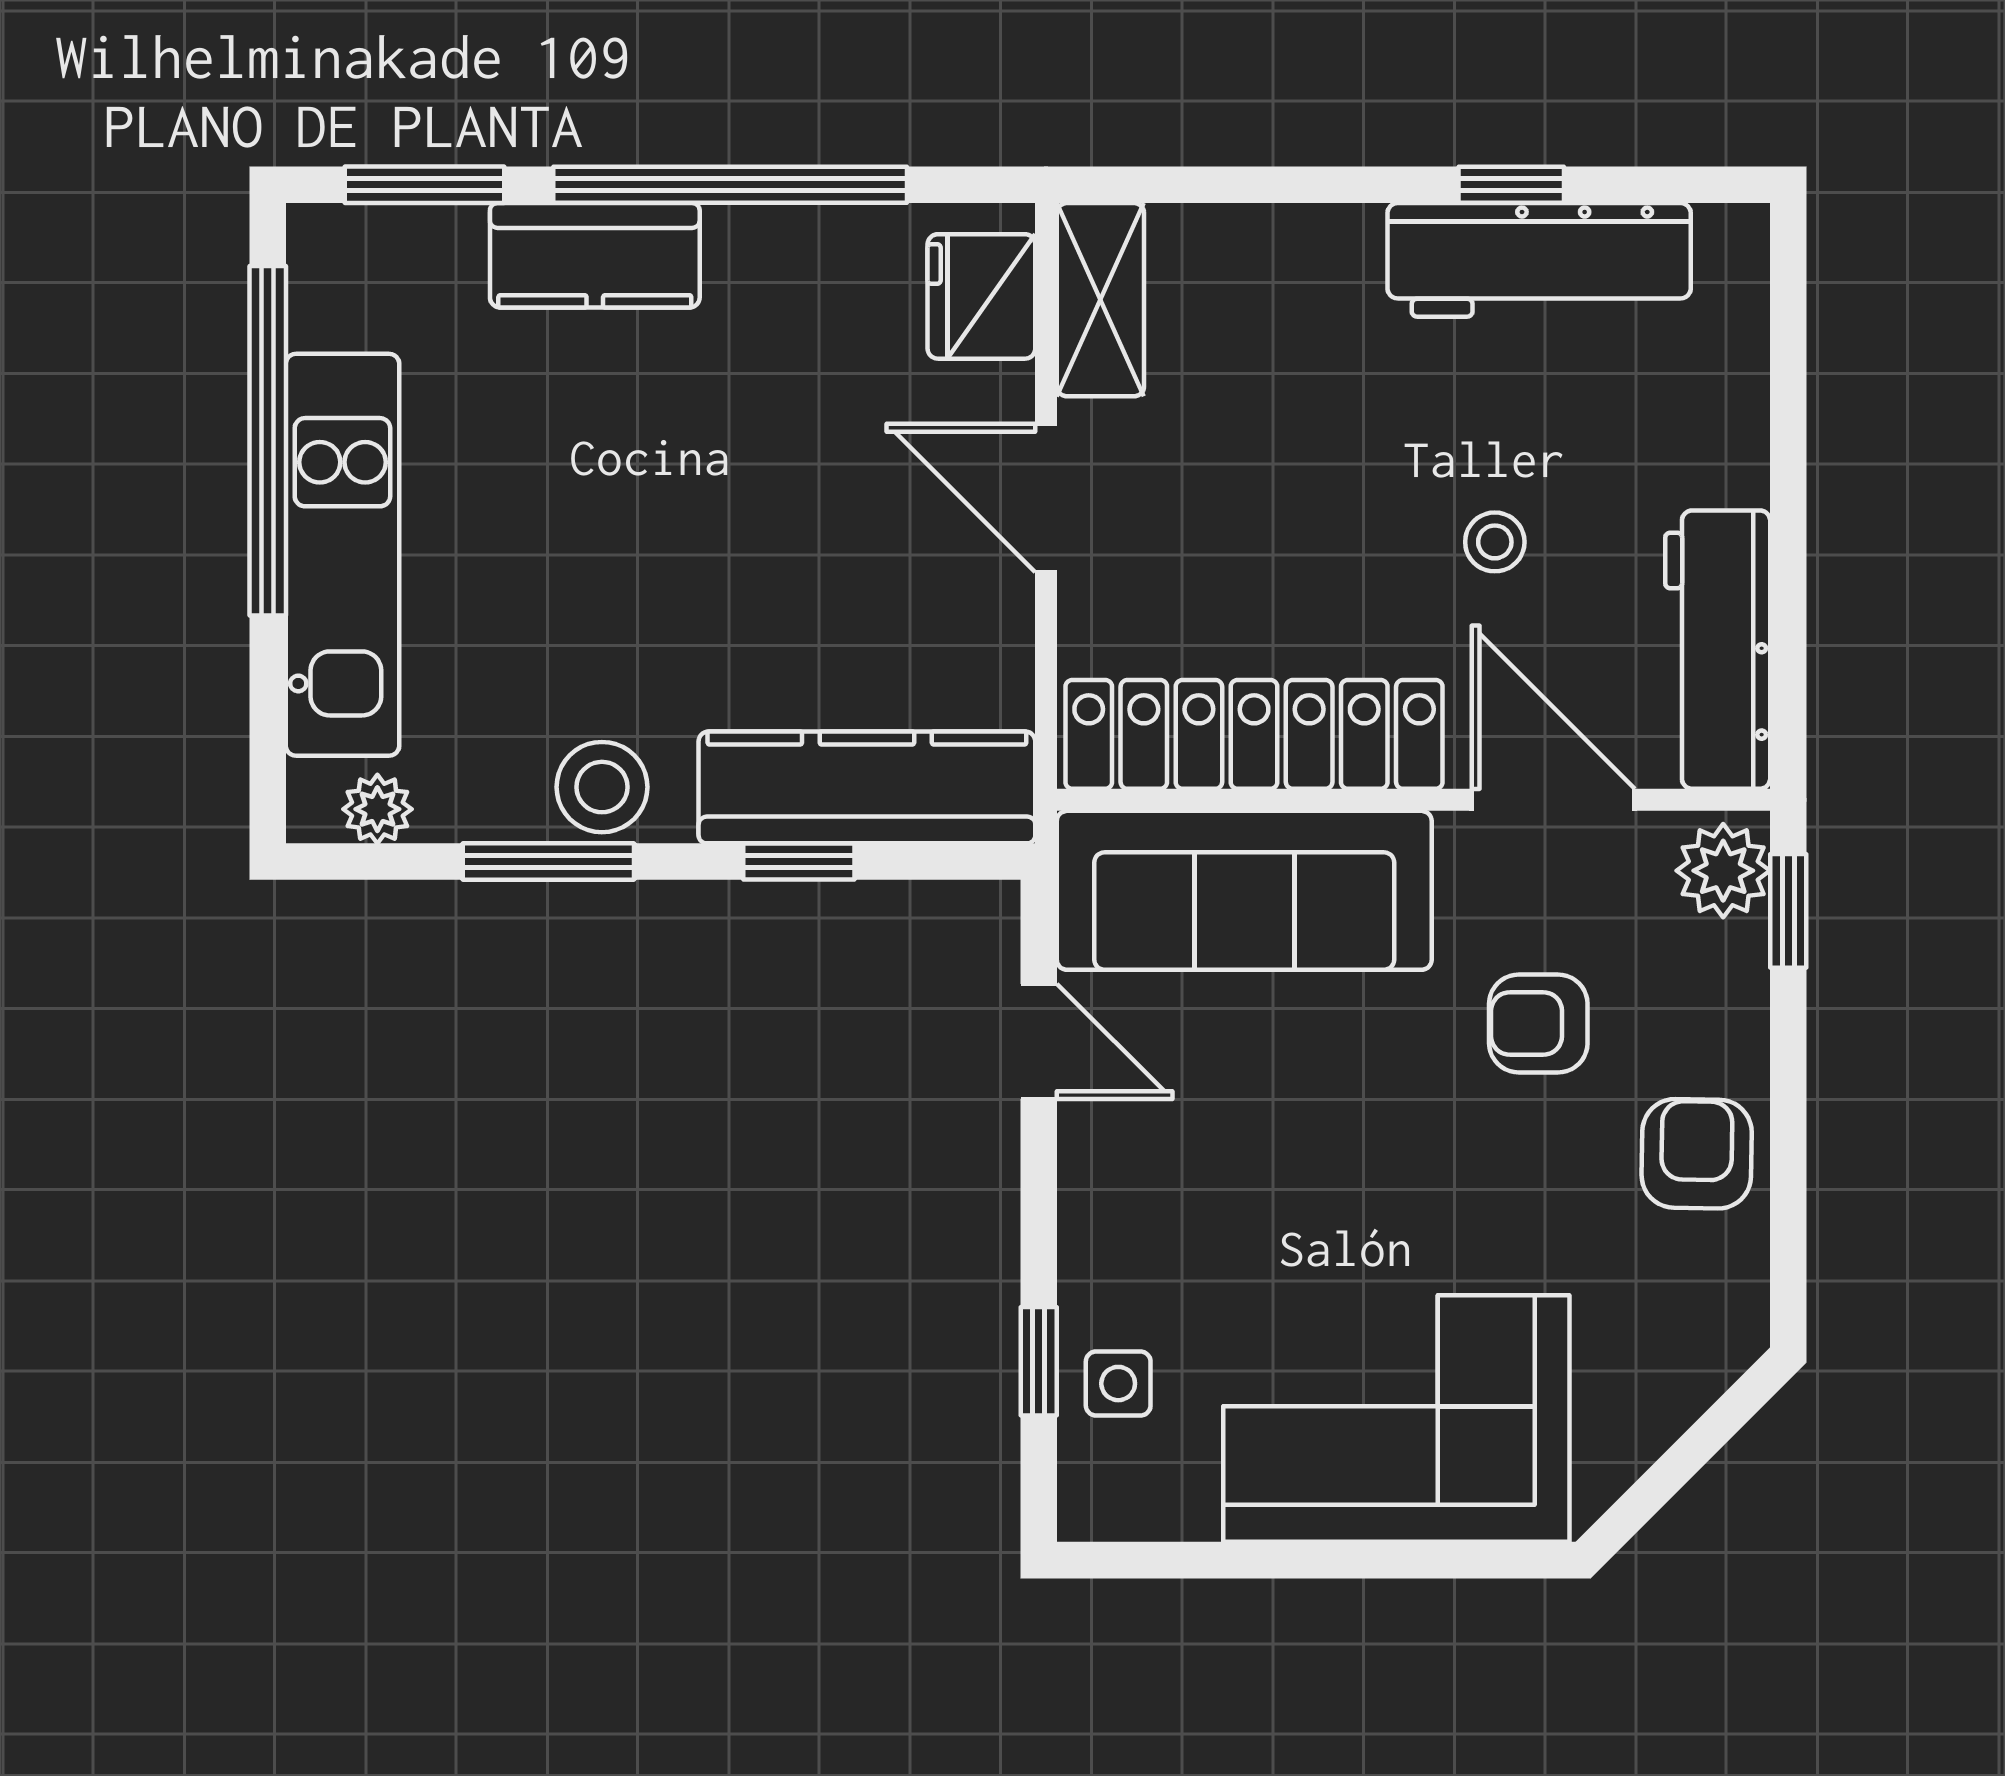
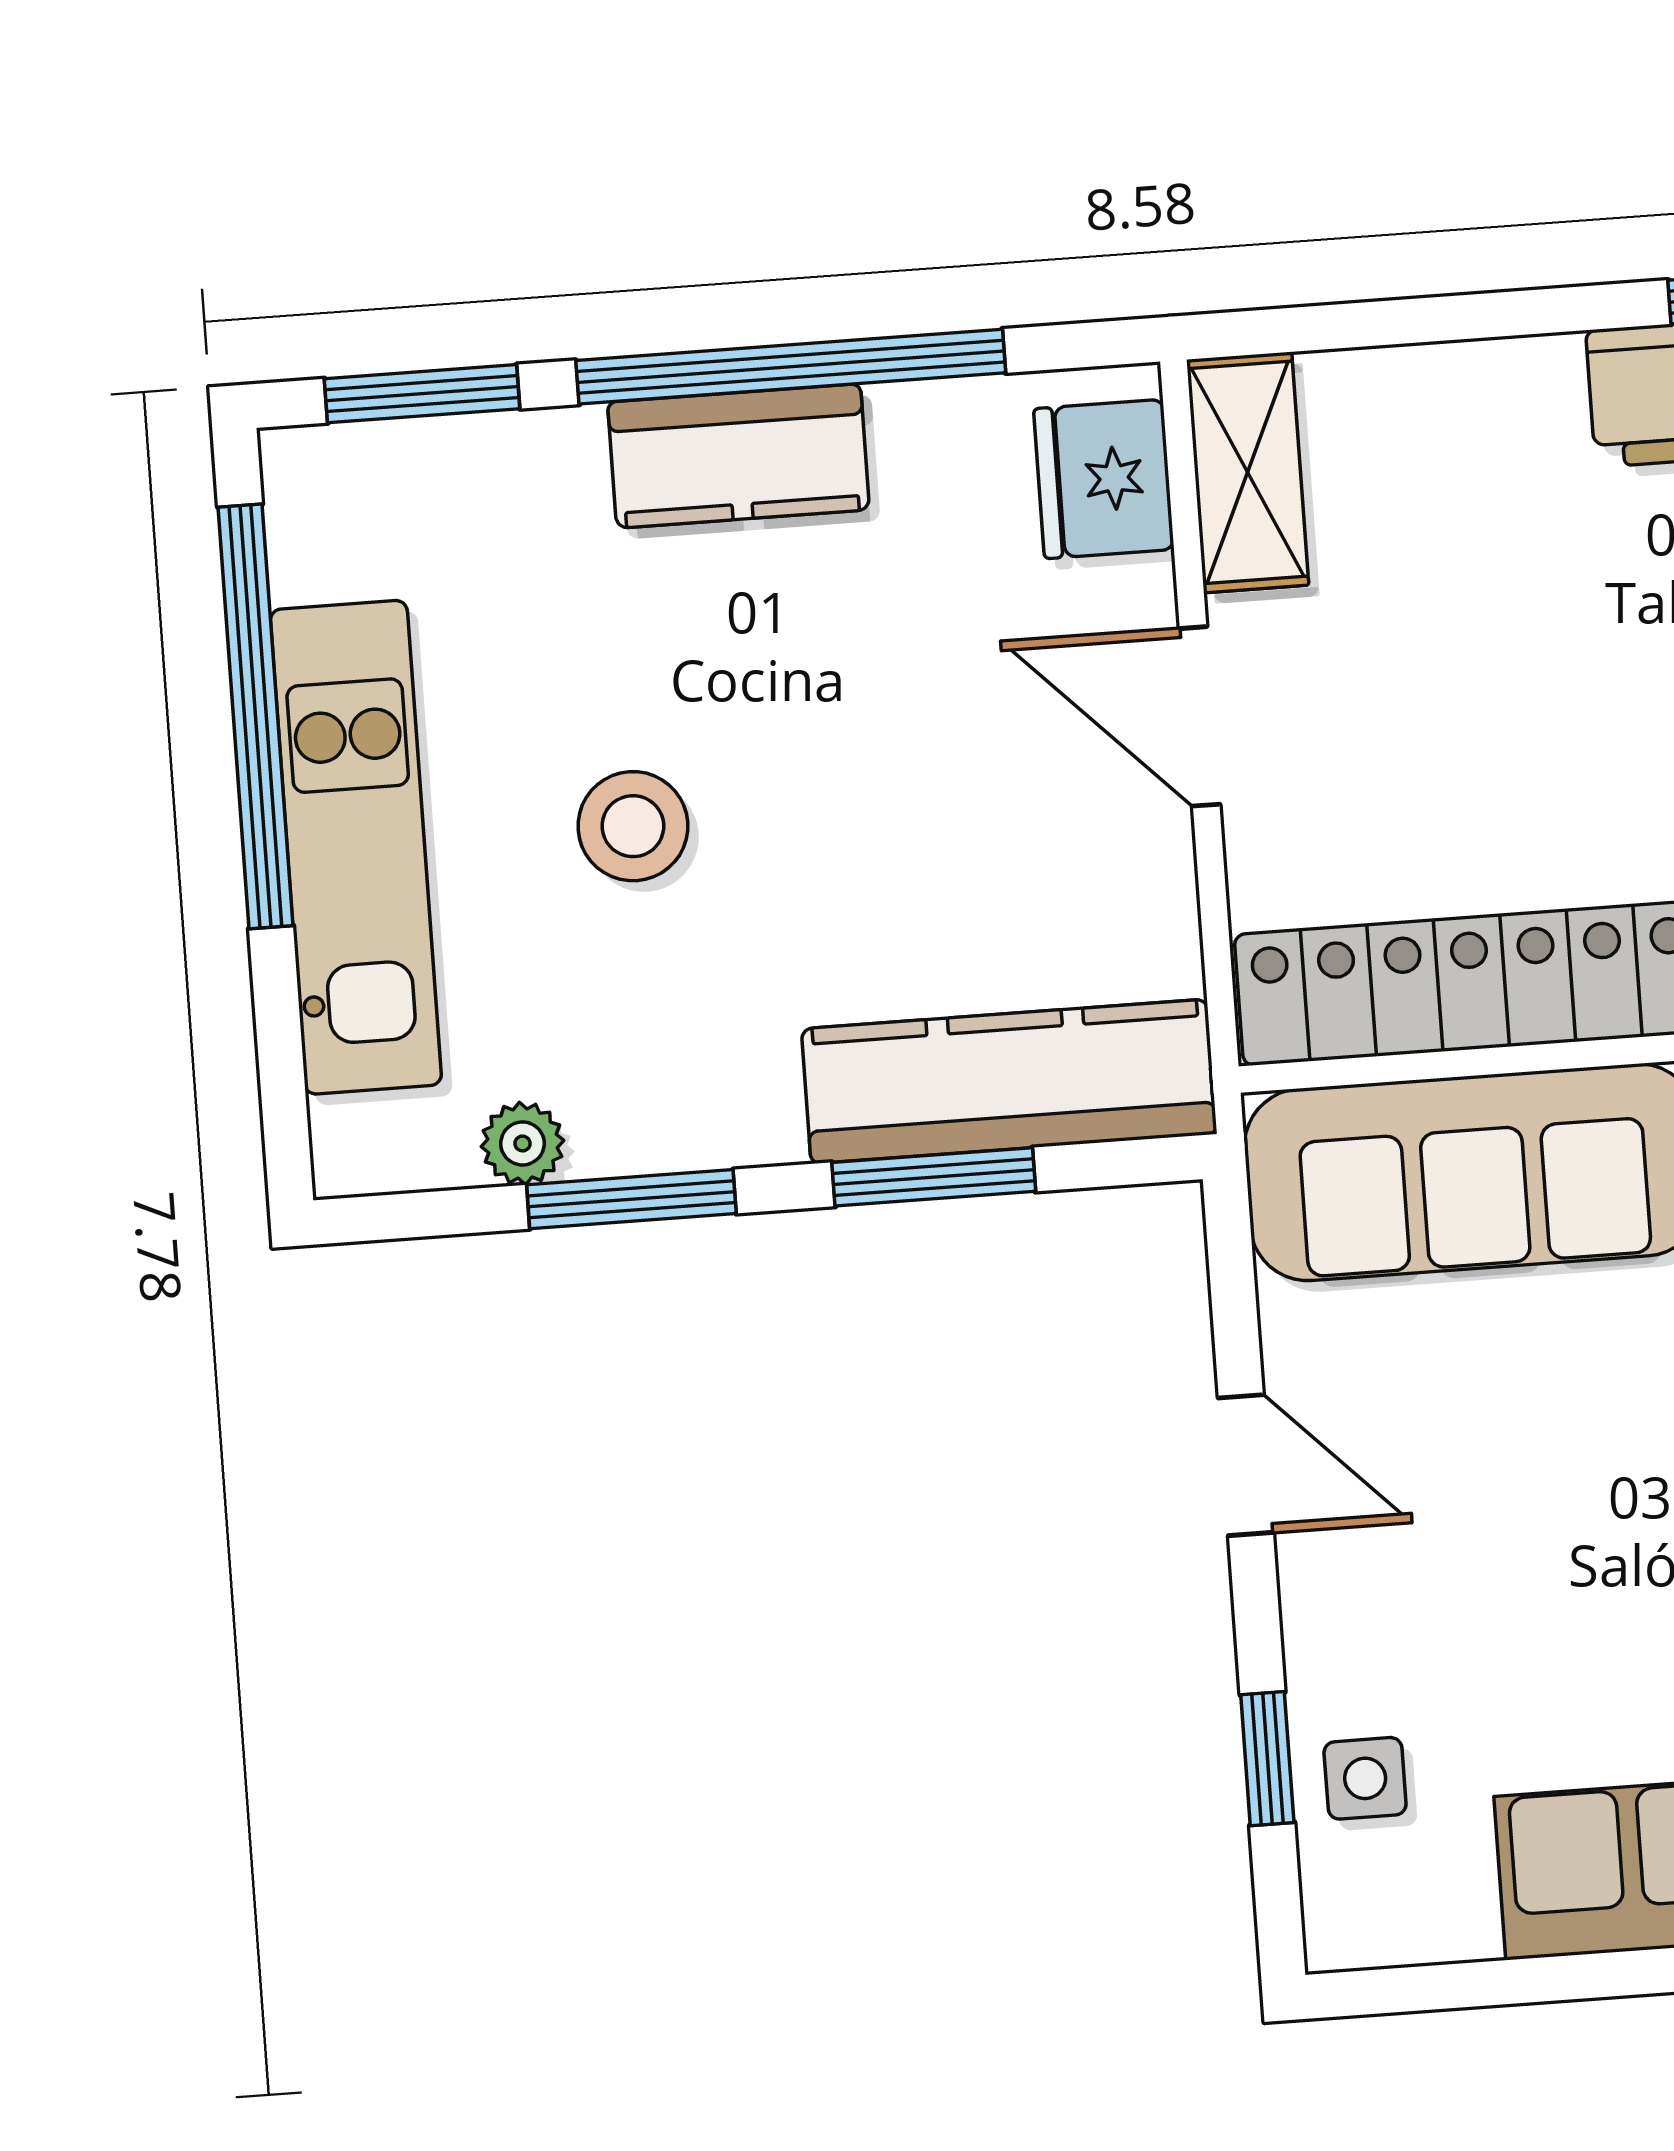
kitchen counter: (595, 255) -> (739, 456), moved
stool: (602, 787) -> (633, 826), moved
plant: (377, 809) -> (523, 1143), moved
window: (799, 862) -> (934, 1177), width x1.50
door: (1039, 1041) -> (1246, 1465), moved

